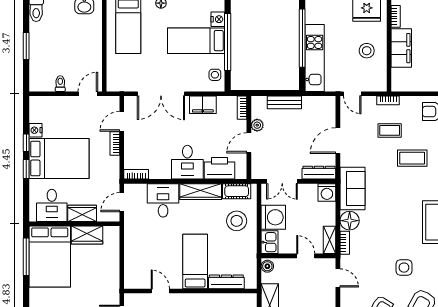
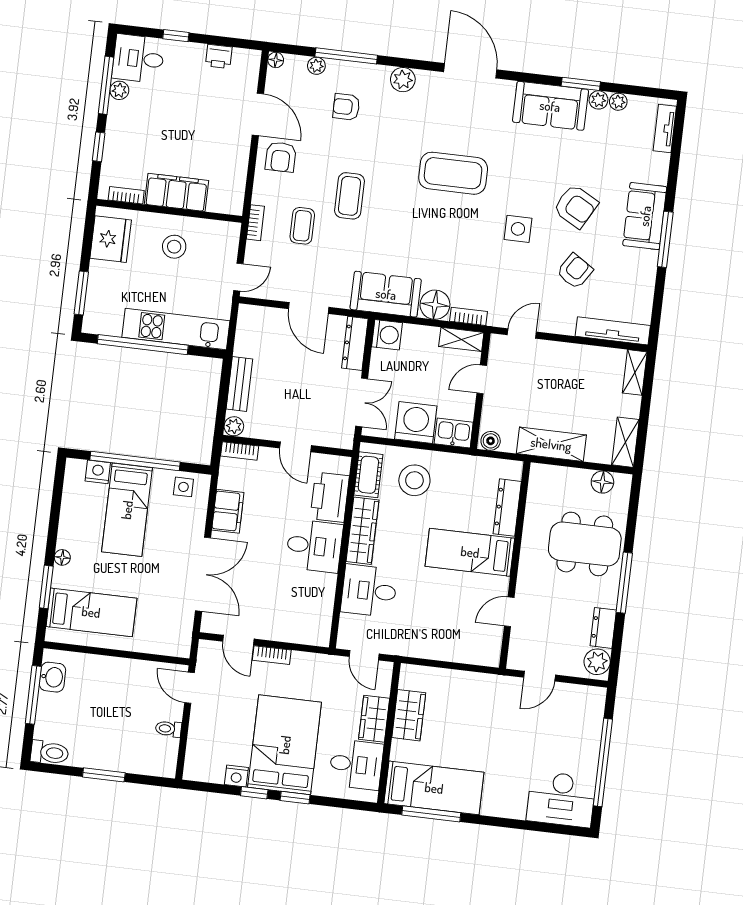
plant: (257, 125) -> (234, 426), moved
bookcase: (136, 174) -> (324, 628), removed
bed: (50, 257) -> (434, 788), width x0.67

